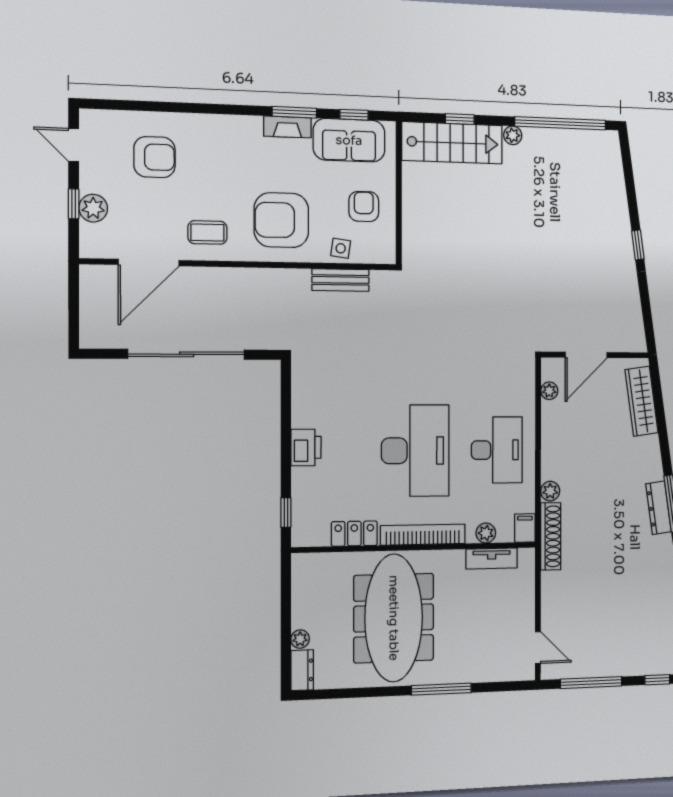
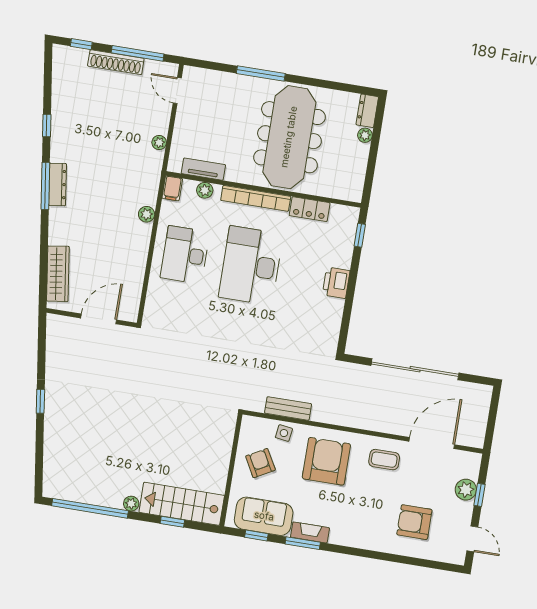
armchair: (364, 207) -> (260, 463), turned 151
armchair: (281, 220) -> (326, 461), turned -90
plant: (549, 391) -> (159, 143), moved
shoe rack: (551, 536) -> (116, 62), moved, turned -90

